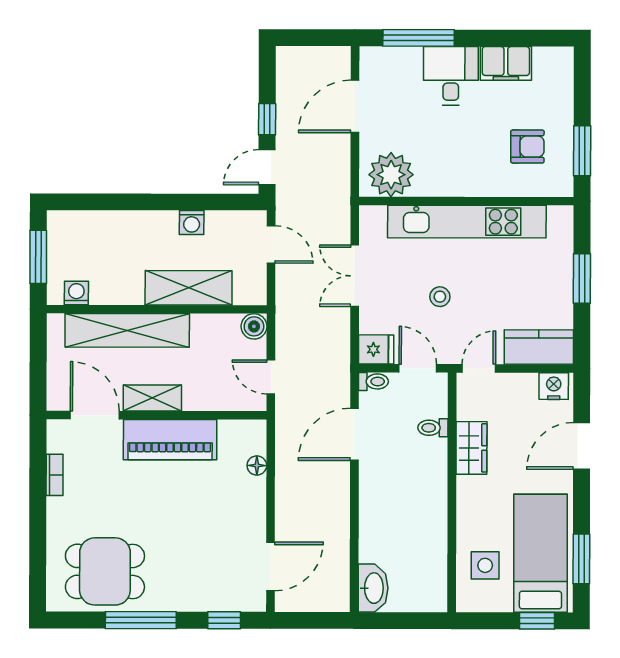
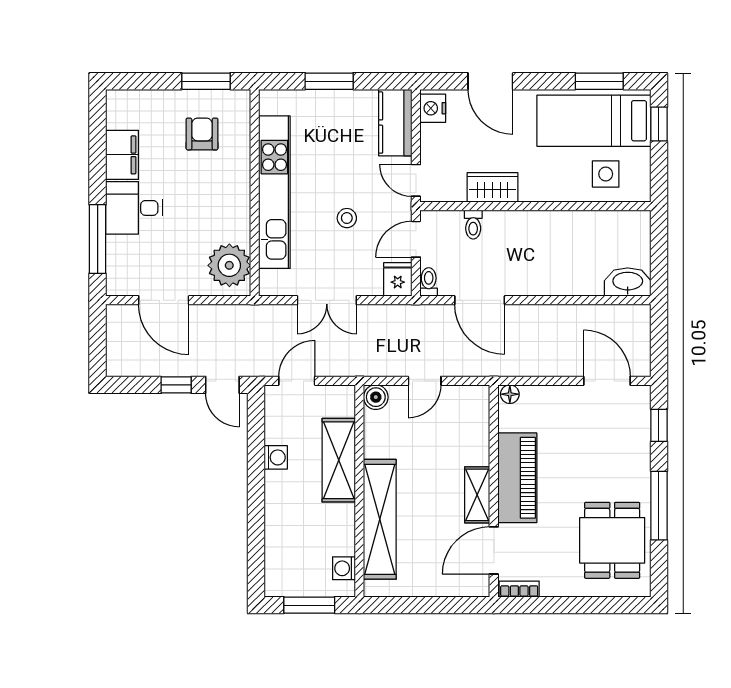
shelving: (152, 398) -> (477, 495), moved
door: (95, 415) -> (494, 550), moved
wall: (156, 415) -> (494, 491), moved
piano: (170, 440) -> (517, 478), moved

